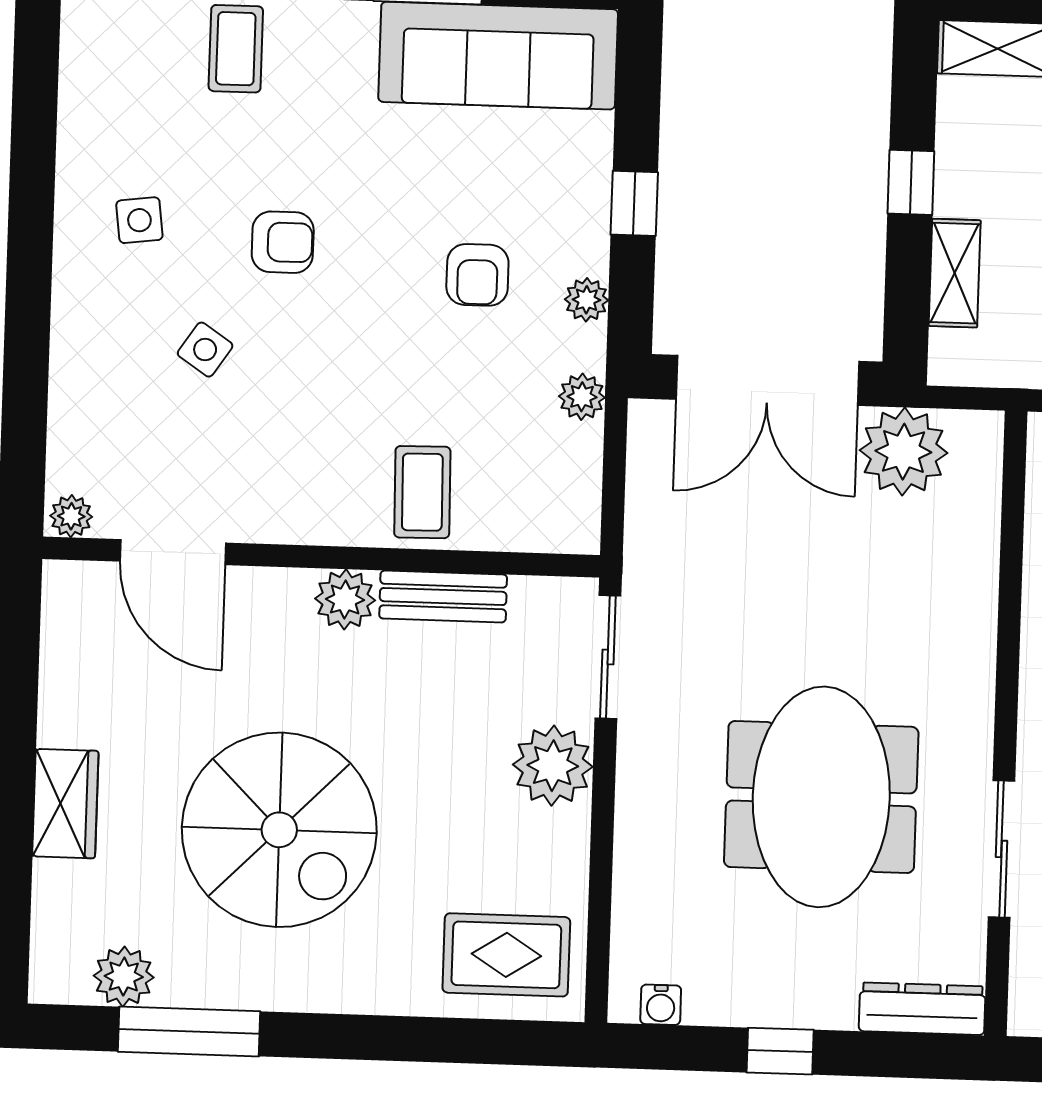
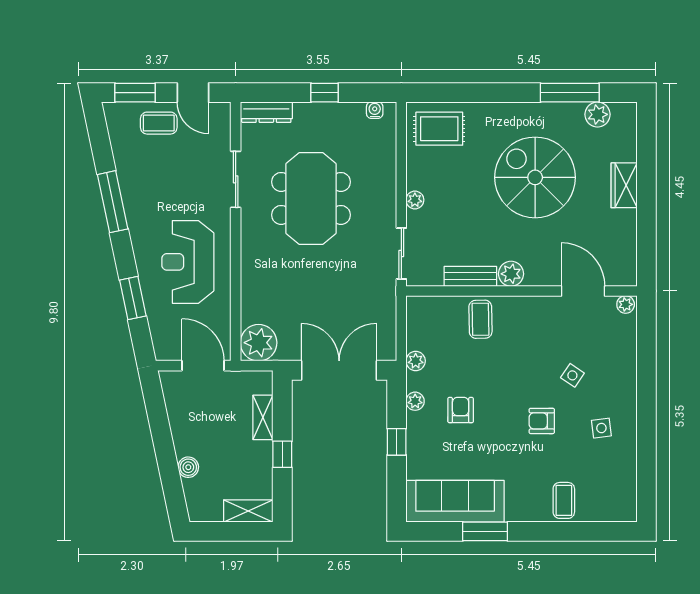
plant: (903, 452) -> (259, 343), moved
plant: (553, 766) -> (415, 200), width x0.53, depth x0.53

